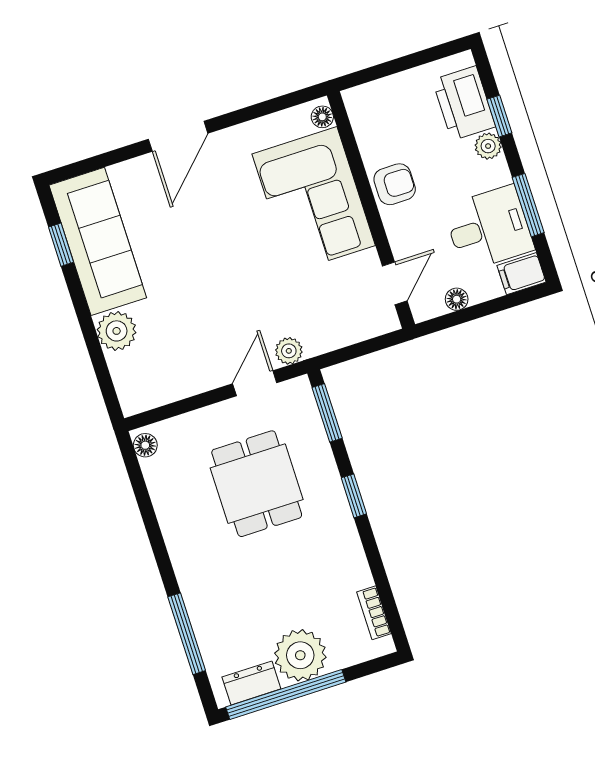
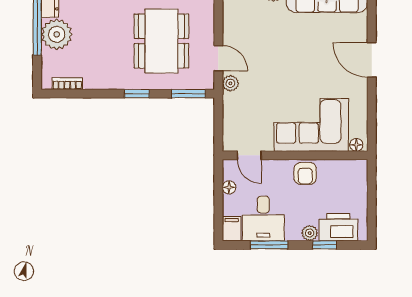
dining table: (257, 484) -> (161, 41), width x1.38

